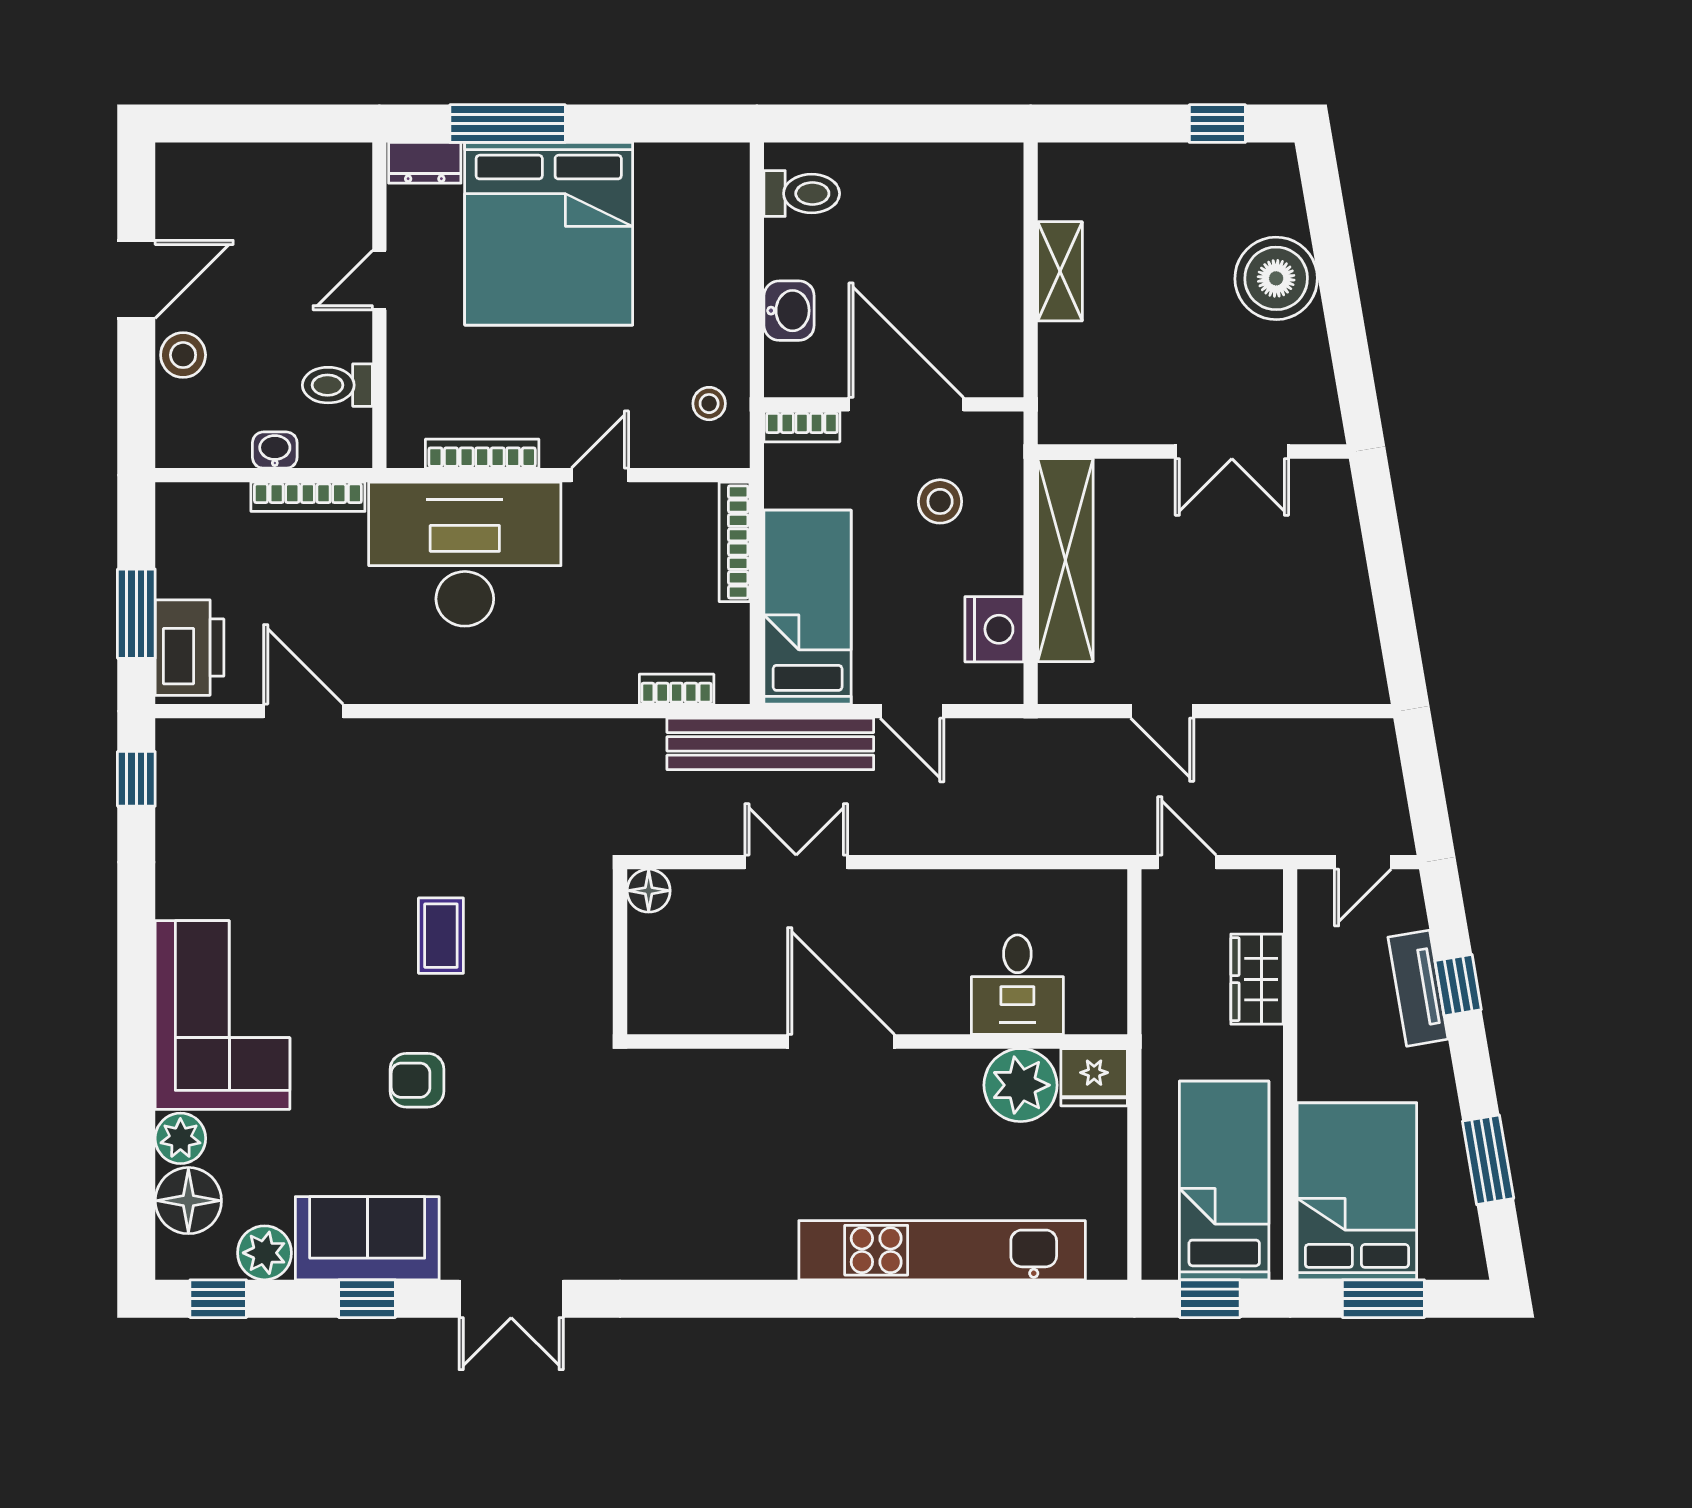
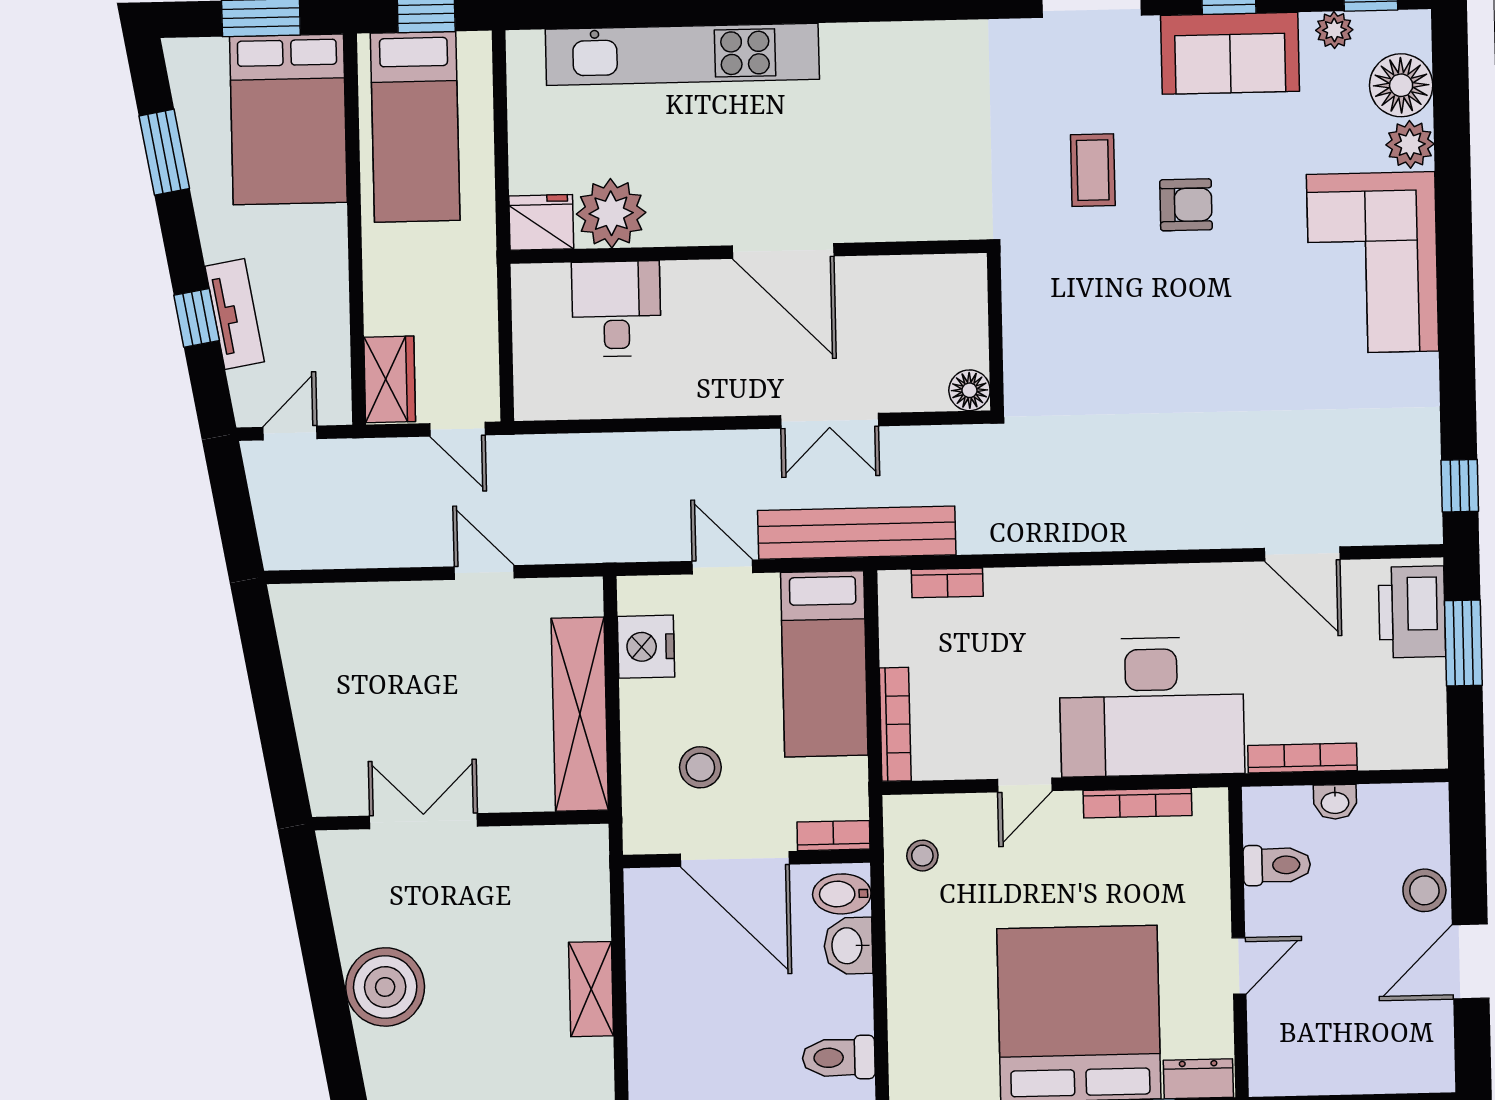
bidet: (795, 365) -> (842, 894), added
coffee table: (441, 936) -> (1093, 170), moved
wardrobe: (1257, 979) -> (390, 379), moved
plant: (265, 1253) -> (1334, 30), width x0.73, depth x0.73

